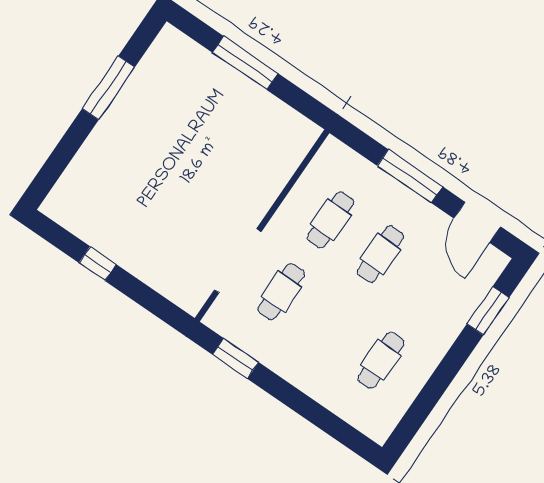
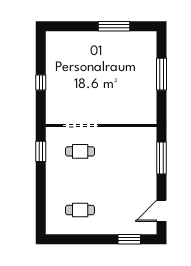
window: (410, 176) -> (162, 158), moved
cafe table: (331, 220) -> (122, 151), removed
cafe table: (380, 254) -> (122, 181), removed
window: (98, 264) -> (41, 82), moved

